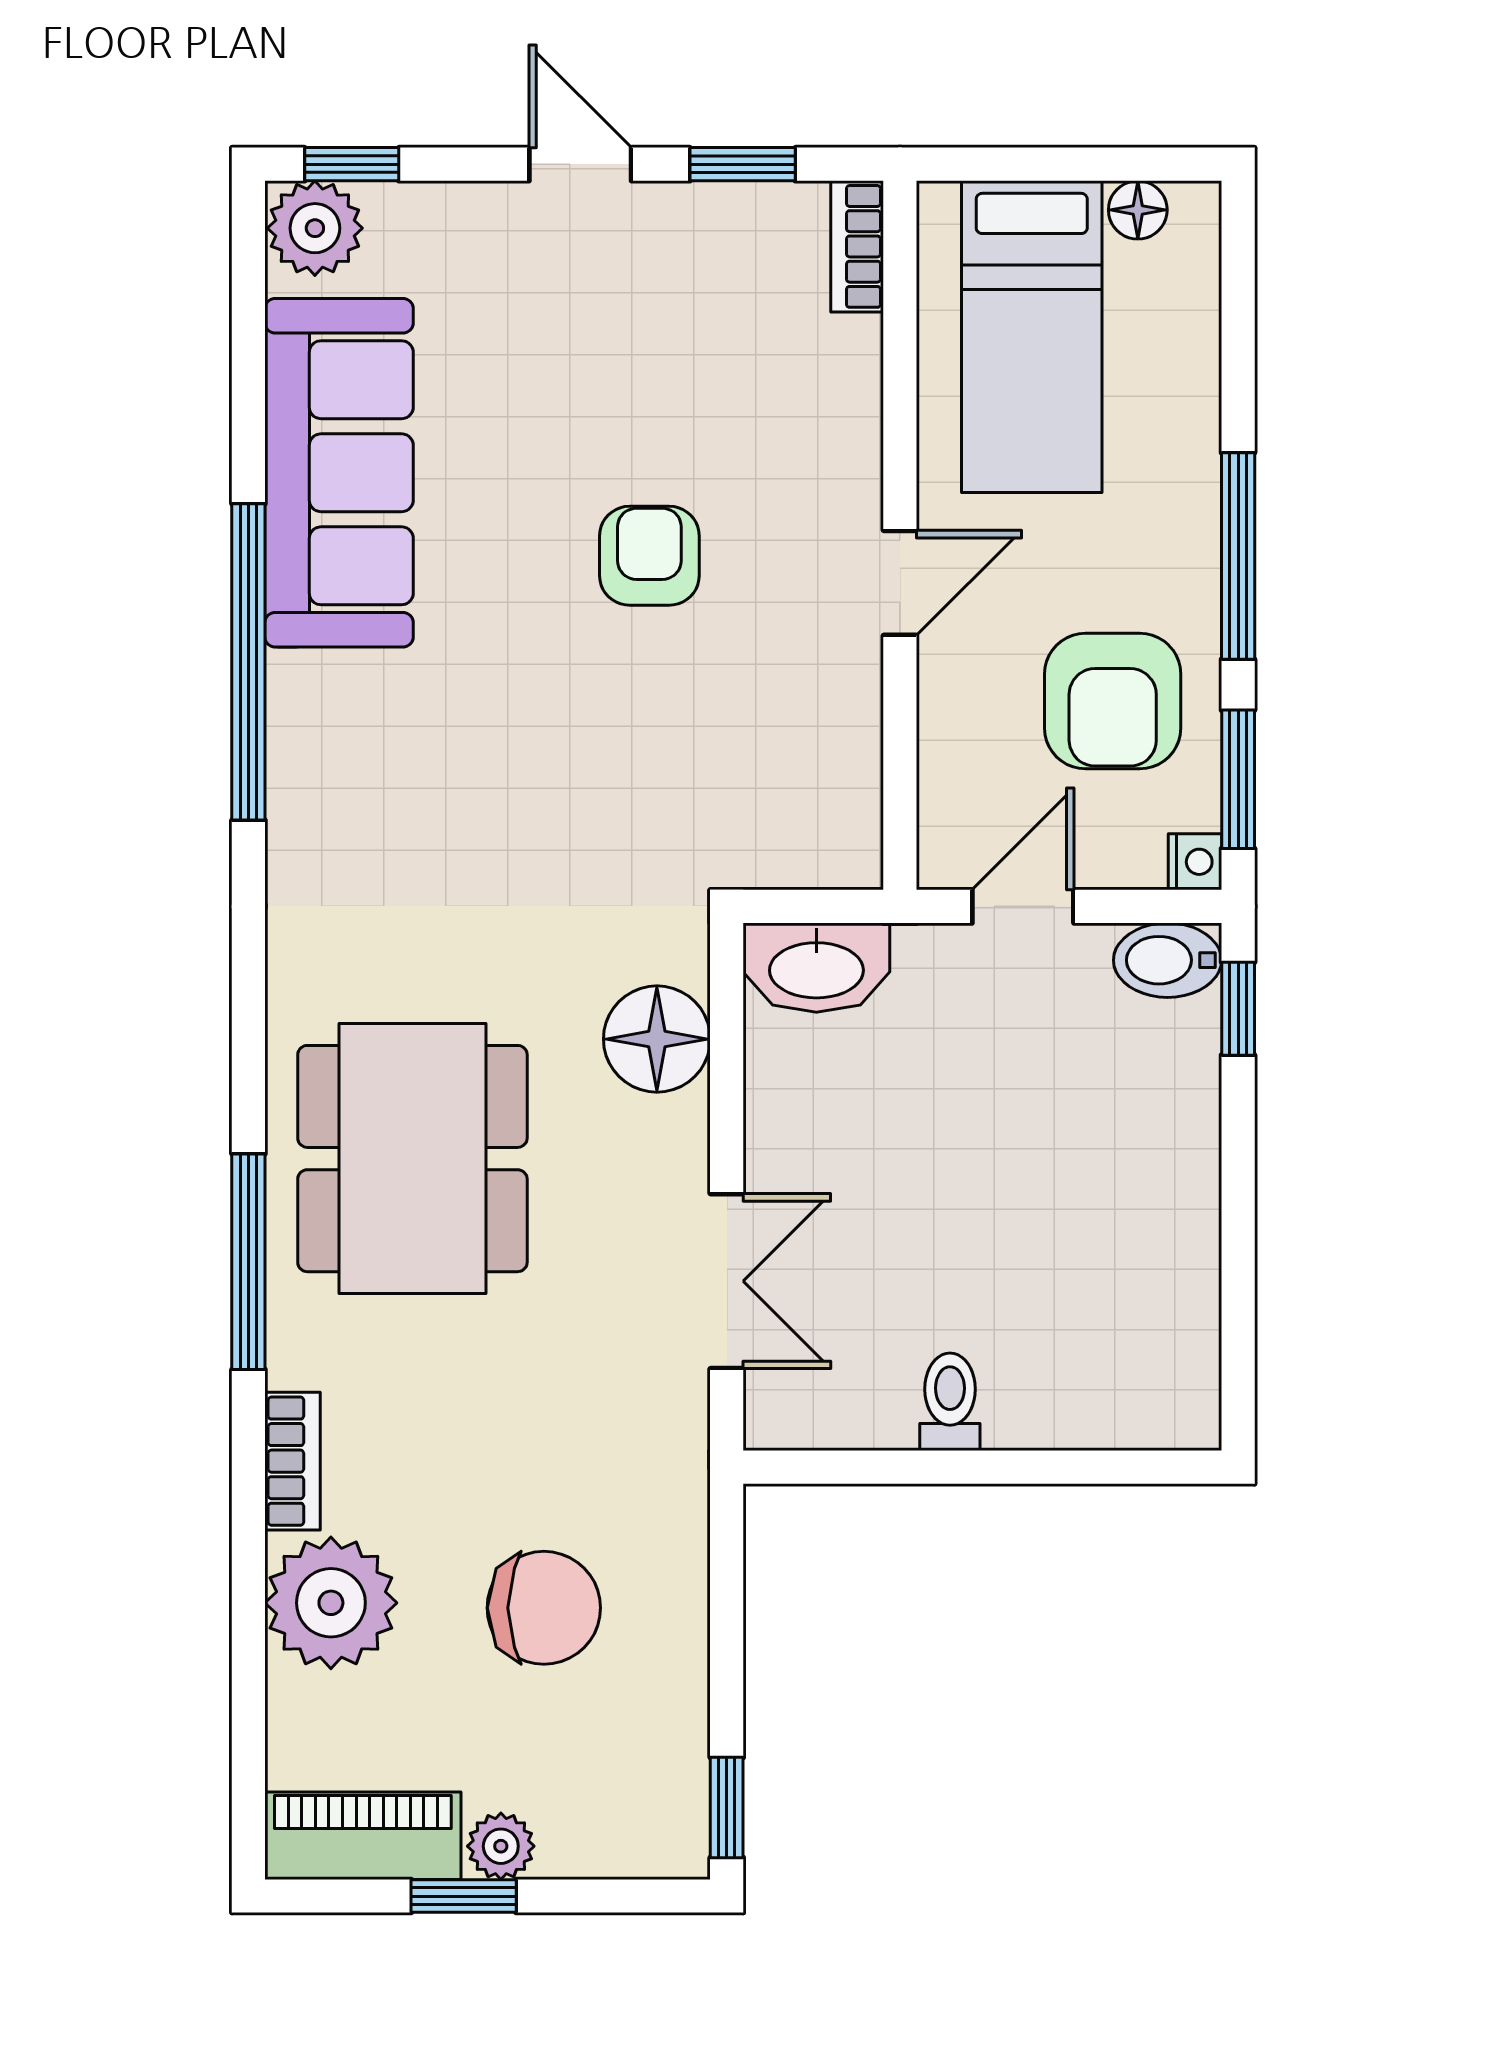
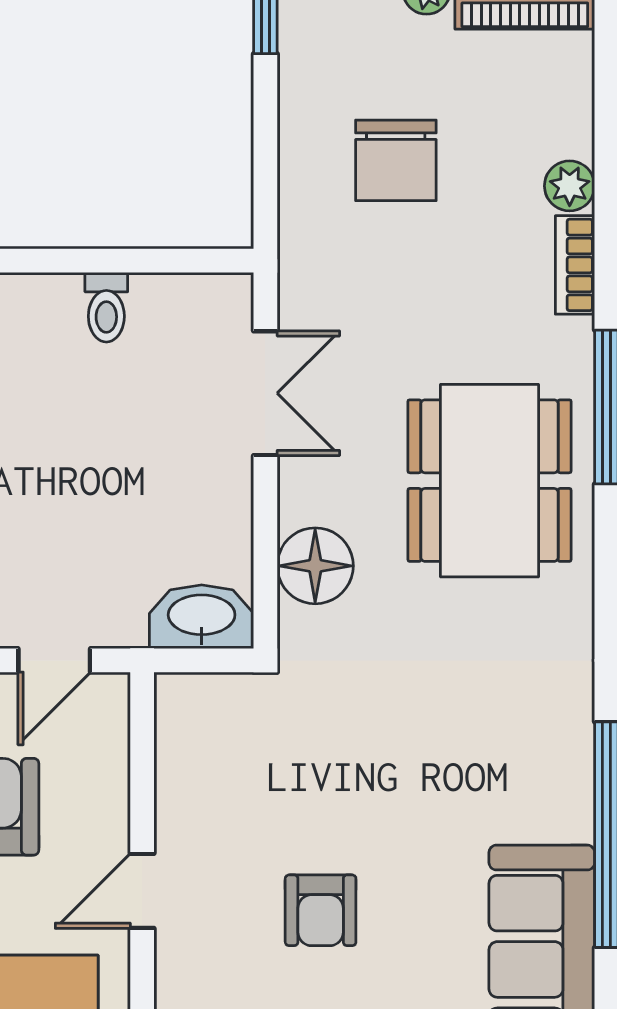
double door: (727, 1281) -> (265, 393), swing flipped
plant: (331, 1603) -> (570, 186), width x0.53, depth x0.53
chair: (544, 1608) -> (396, 160), turned -90

